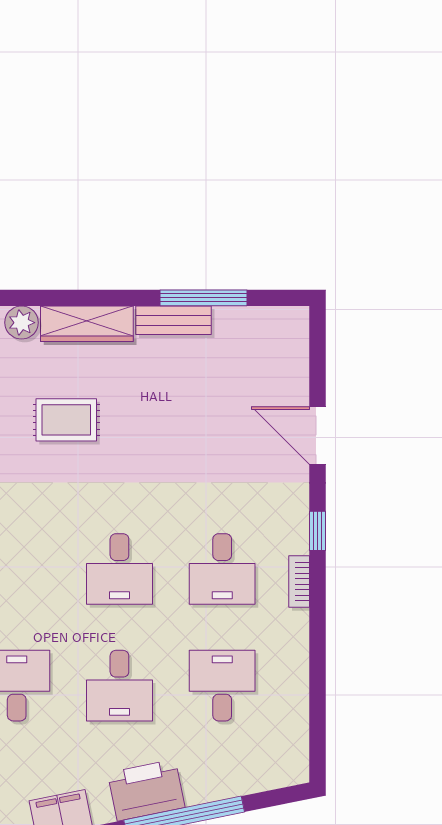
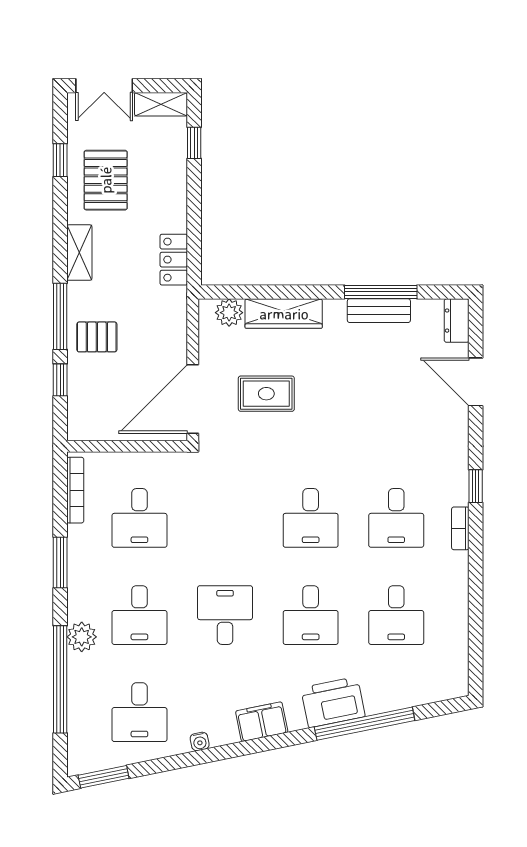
bench: (174, 320) -> (379, 311), moved
dresser: (295, 332) -> (457, 321), added
door: (317, 435) -> (476, 382), moved
desk: (222, 686) -> (396, 615), turned 180

